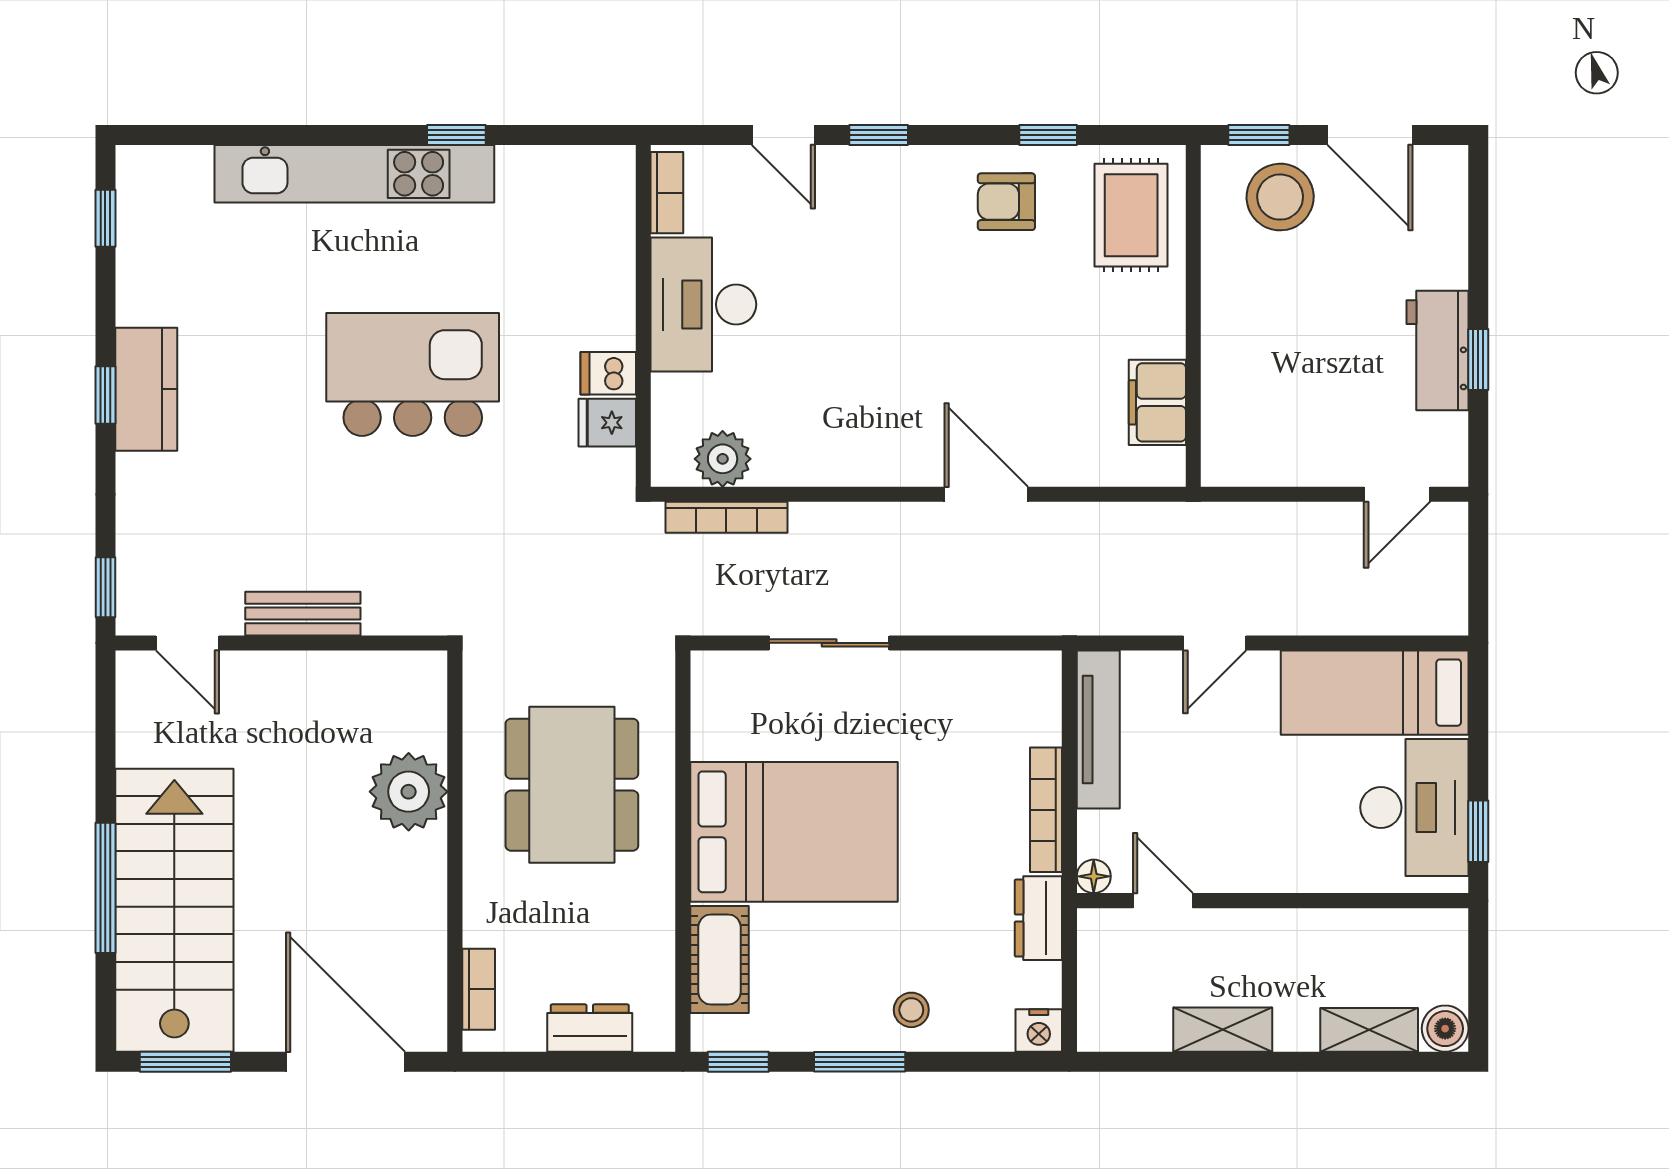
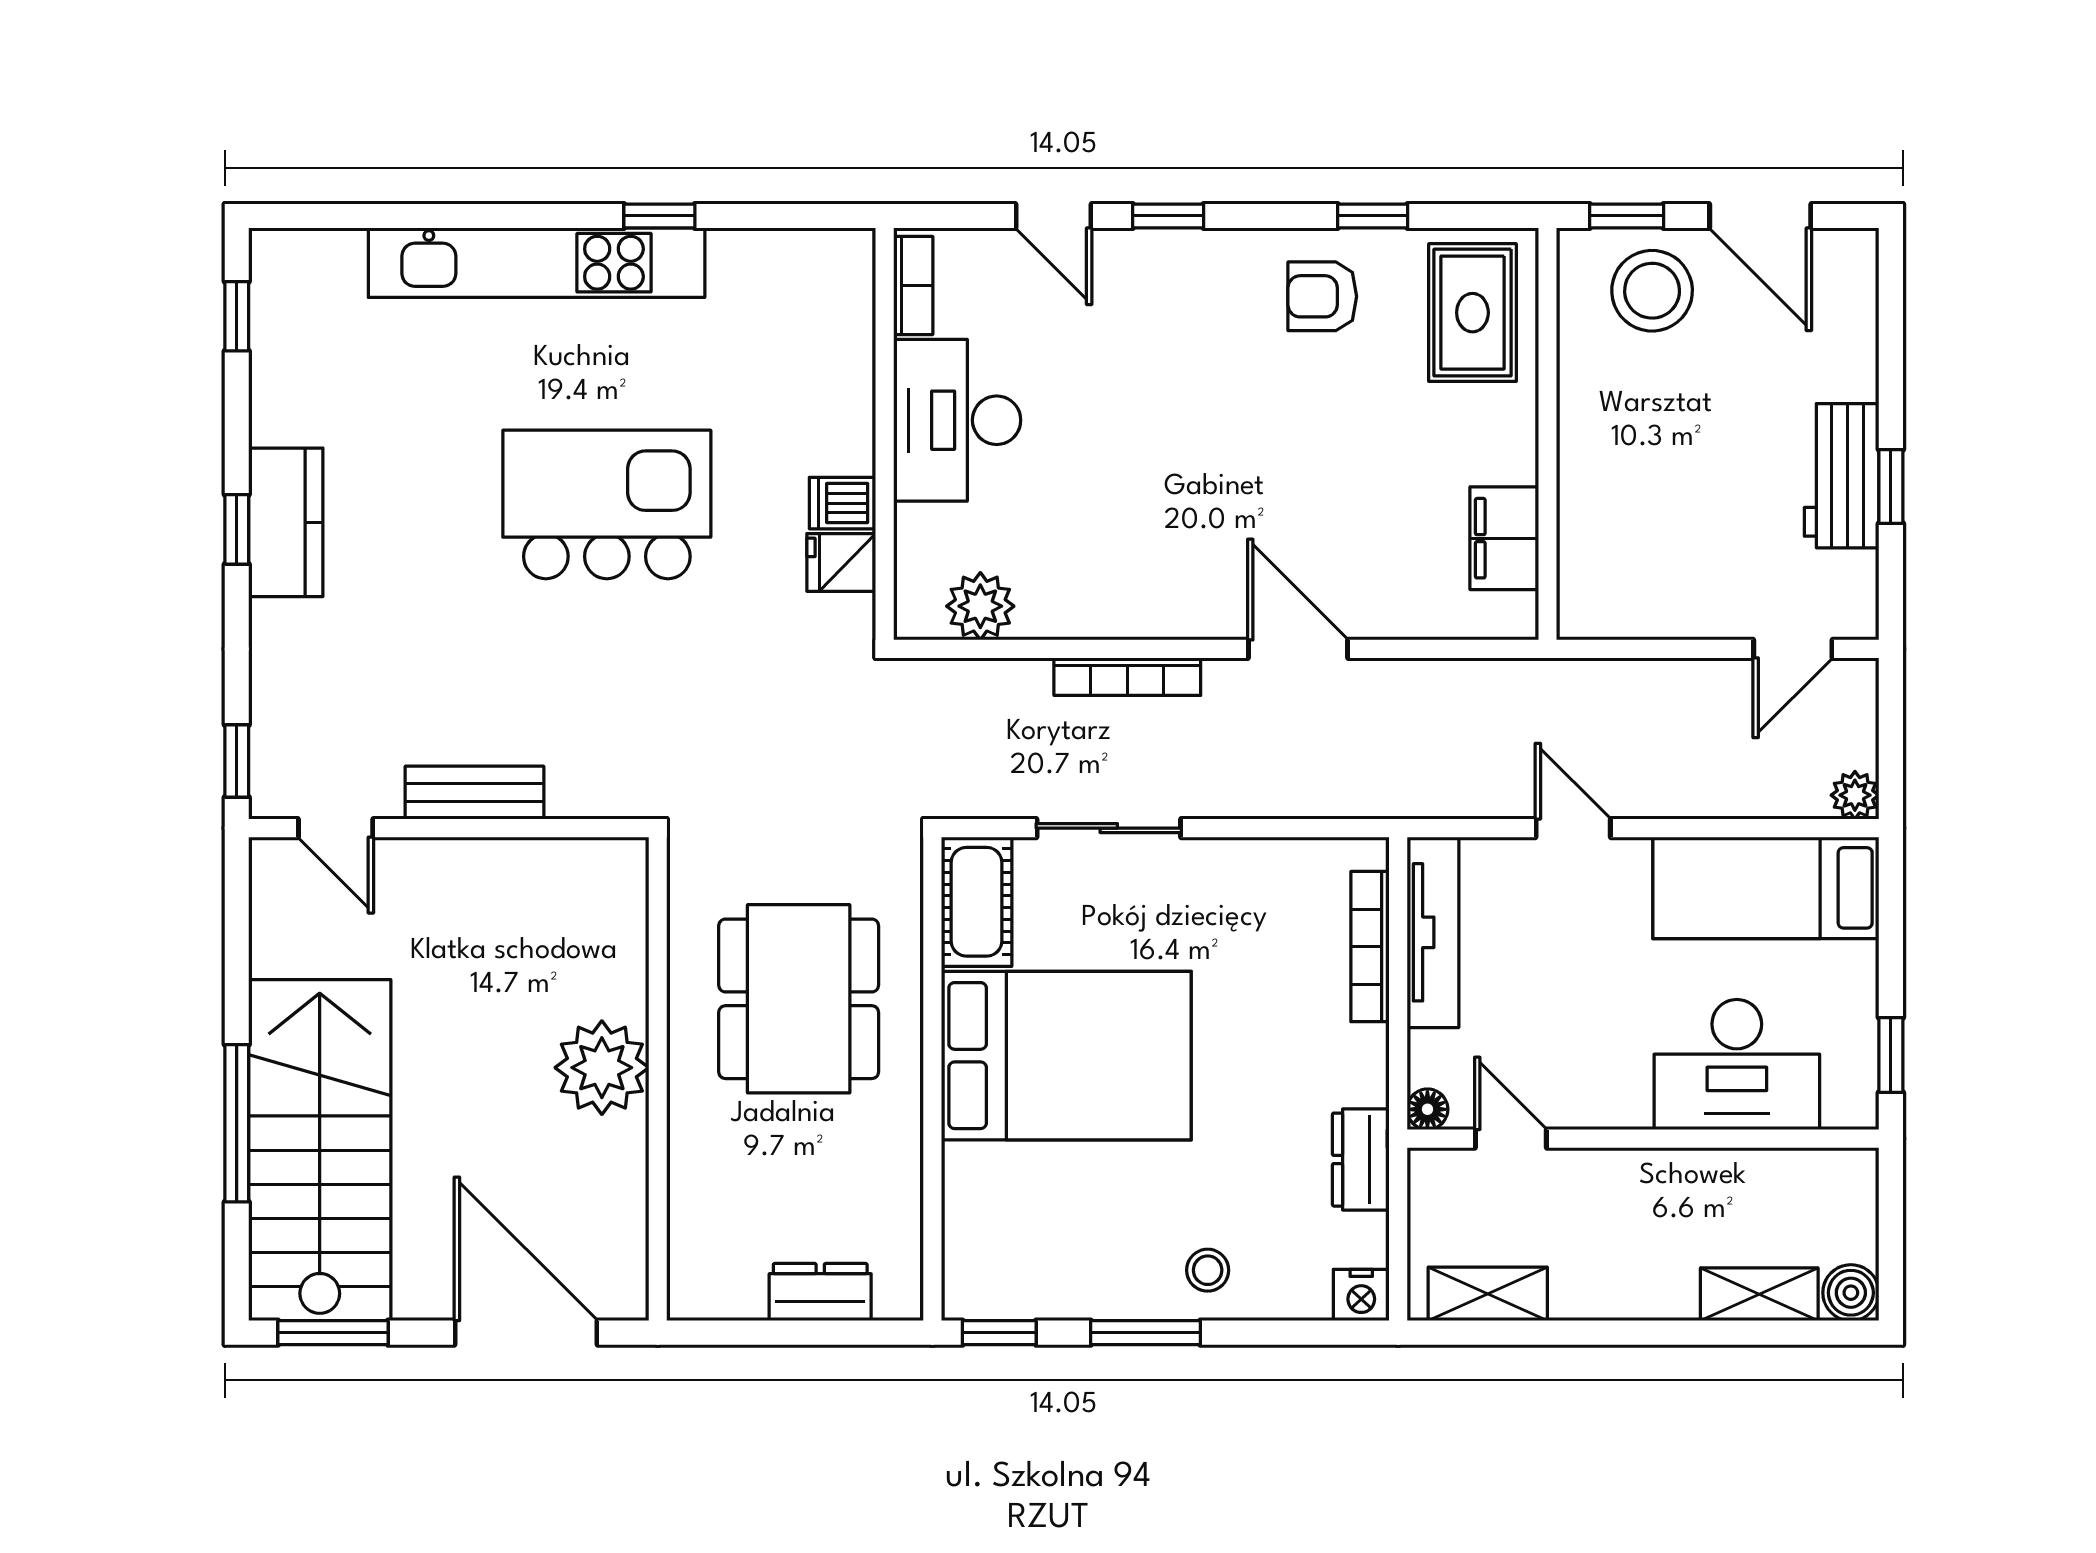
bookcase: (726, 517) -> (1127, 677), moved
plant: (1449, 616) -> (1855, 795), added
door: (1215, 643) -> (1573, 828), swing flipped
plant: (409, 792) -> (602, 1068), moved
desk: (1414, 807) -> (1737, 1065), moved, turned 90
bookcase: (1046, 810) -> (1370, 947), moved
cot: (719, 960) -> (977, 902), moved
bookcase: (479, 989) -> (686, 1245), removed
shelving: (1223, 1030) -> (1488, 1294), moved

